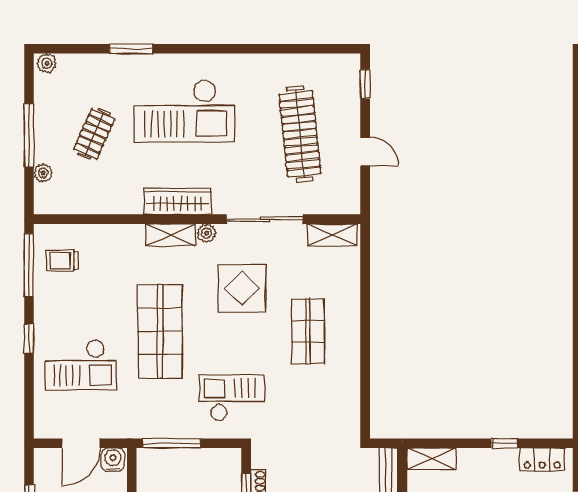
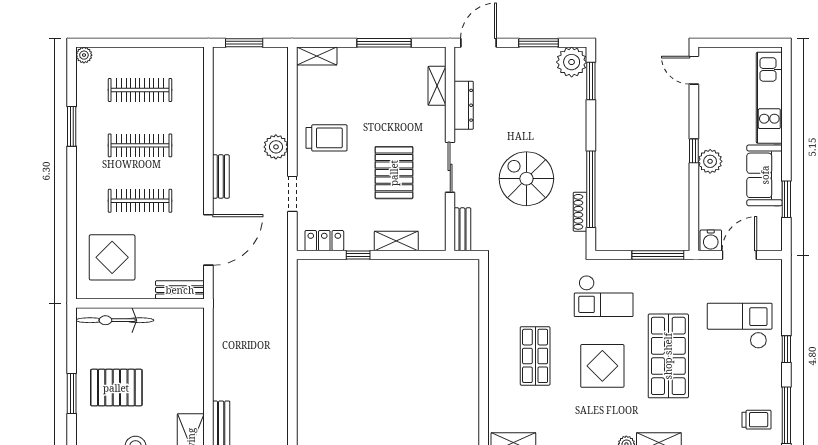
display table: (242, 288) -> (602, 366), moved
shelving: (432, 459) -> (396, 241), moved

